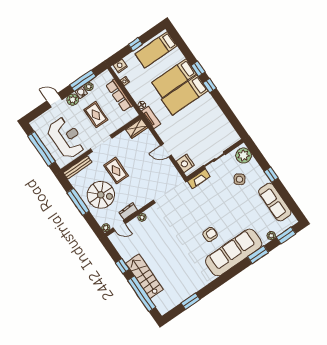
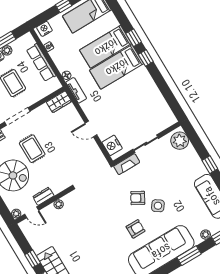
side table: (239, 179) -> (158, 206), moved
armchair: (210, 208) -> (138, 198), added

